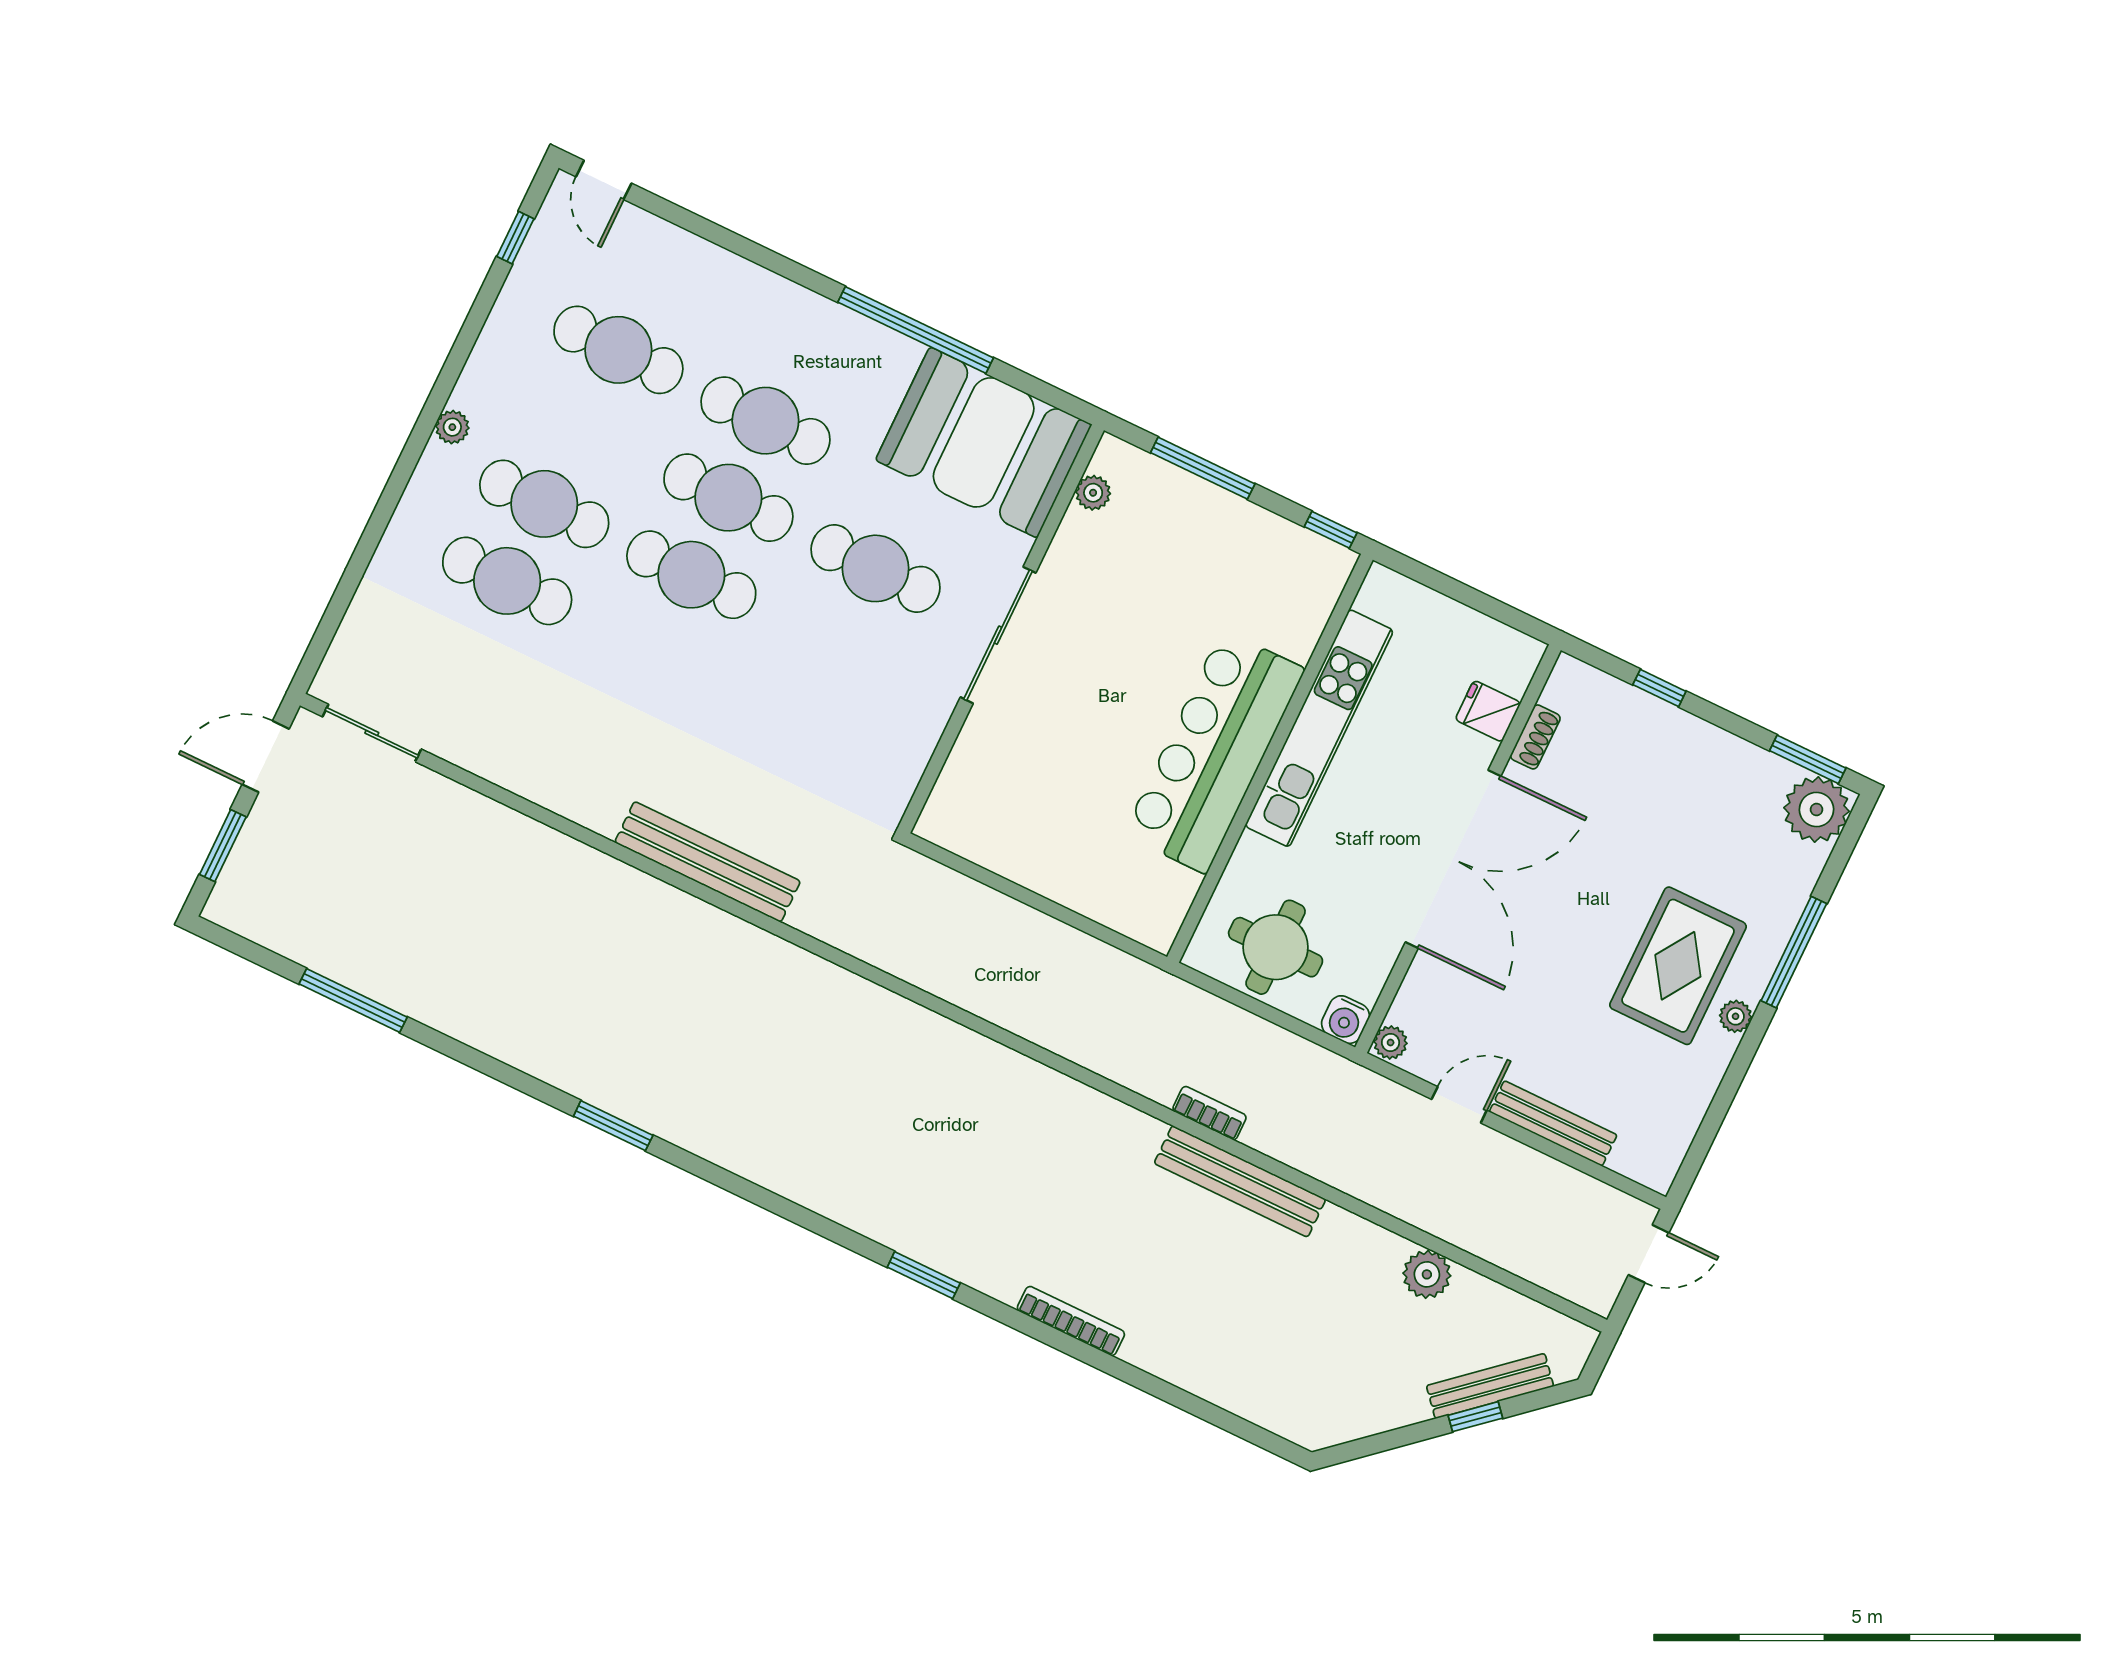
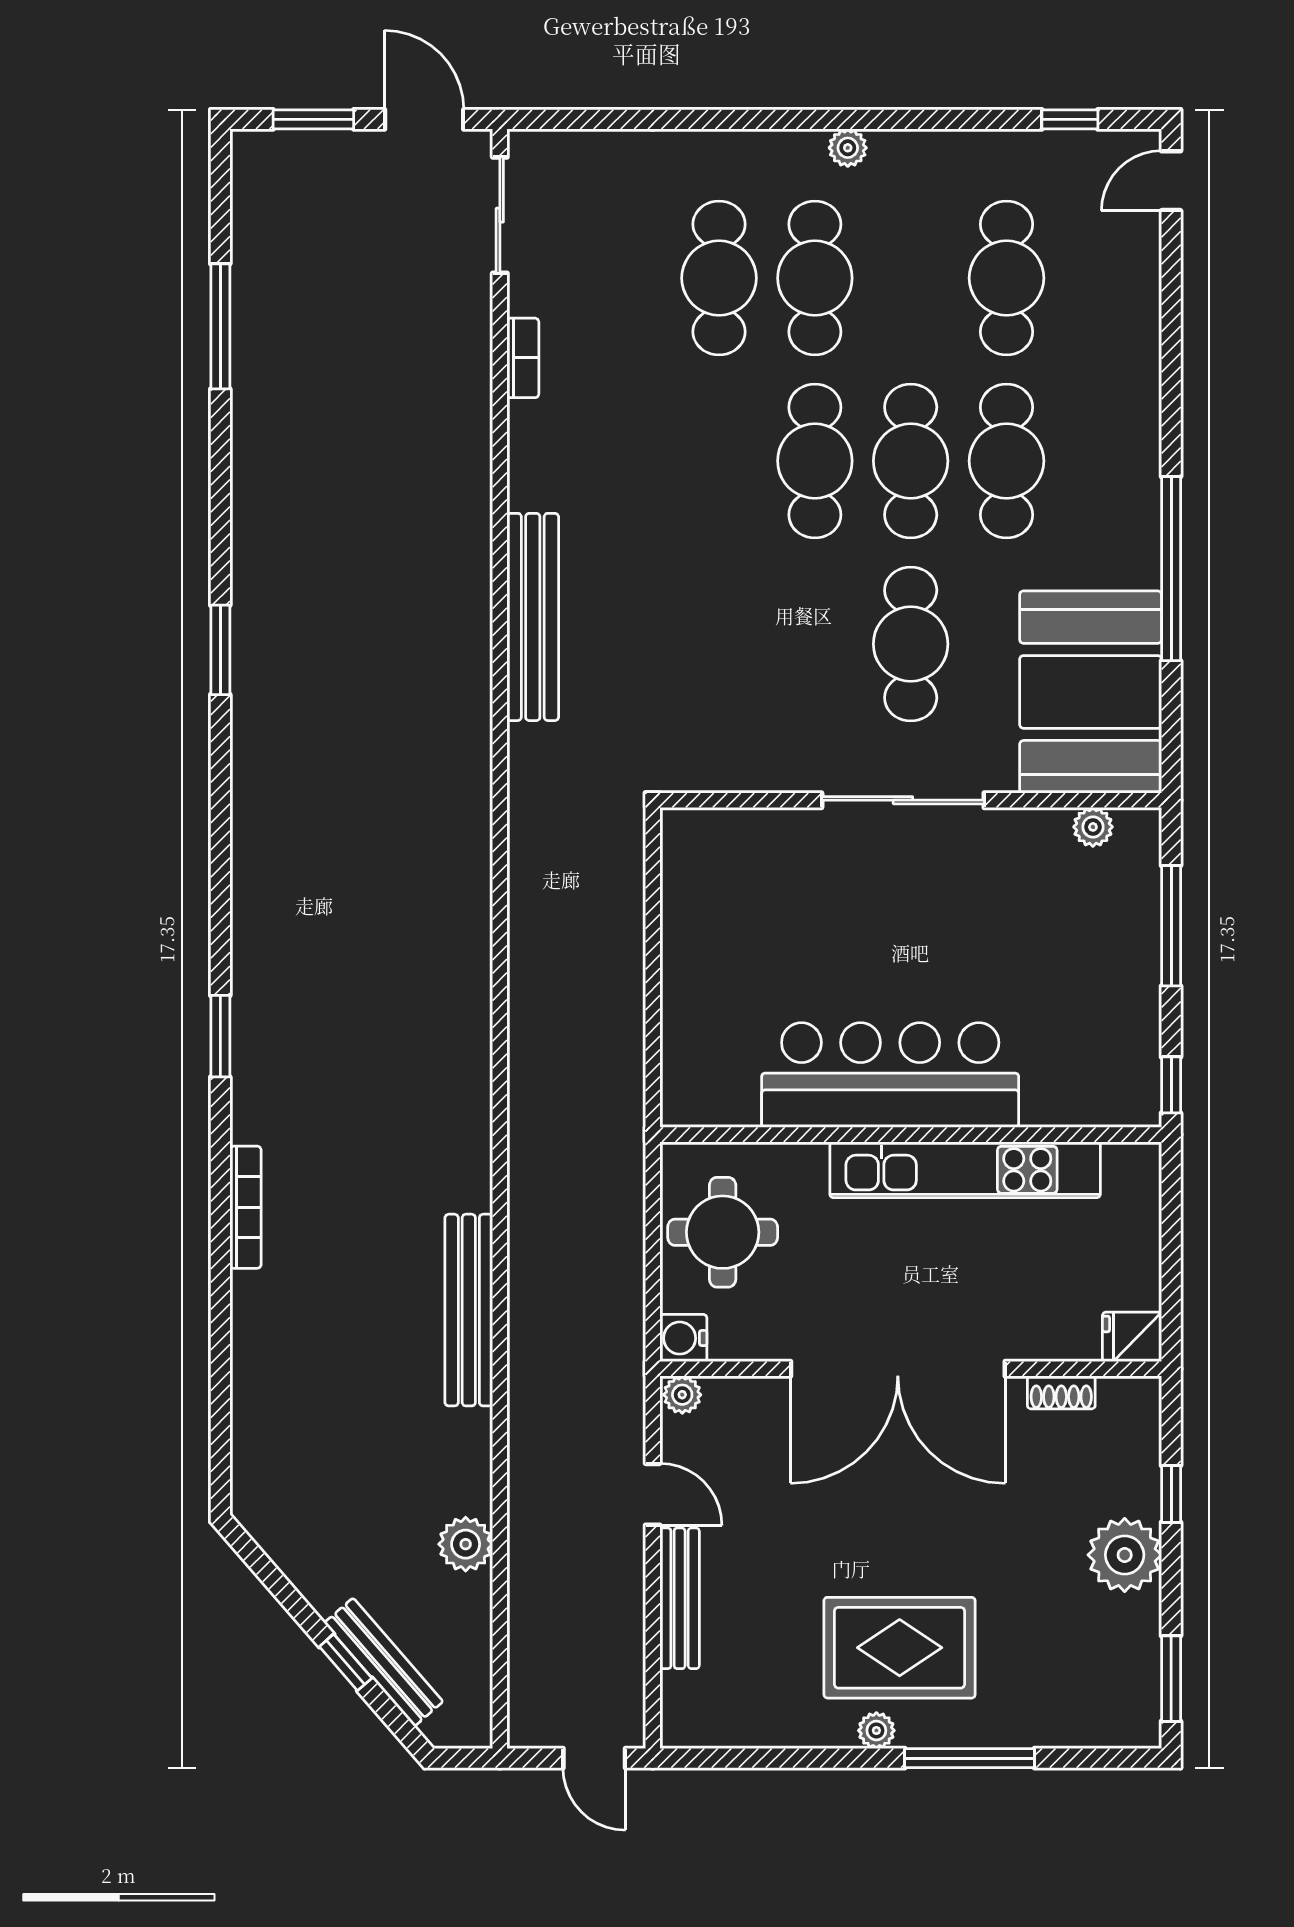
fridge: (1488, 711) -> (1132, 1337), moved, turned -90
plant: (1816, 810) -> (1125, 1555), moved
bookcase: (1209, 1113) -> (523, 358), moved

